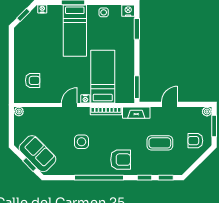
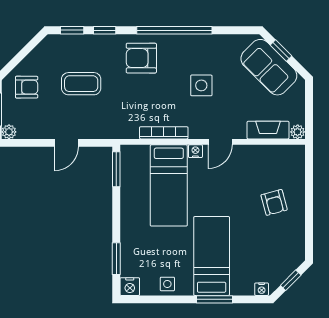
armchair: (33, 80) -> (274, 202), moved, turned -105
fireplace: (136, 113) -> (268, 130), moved

